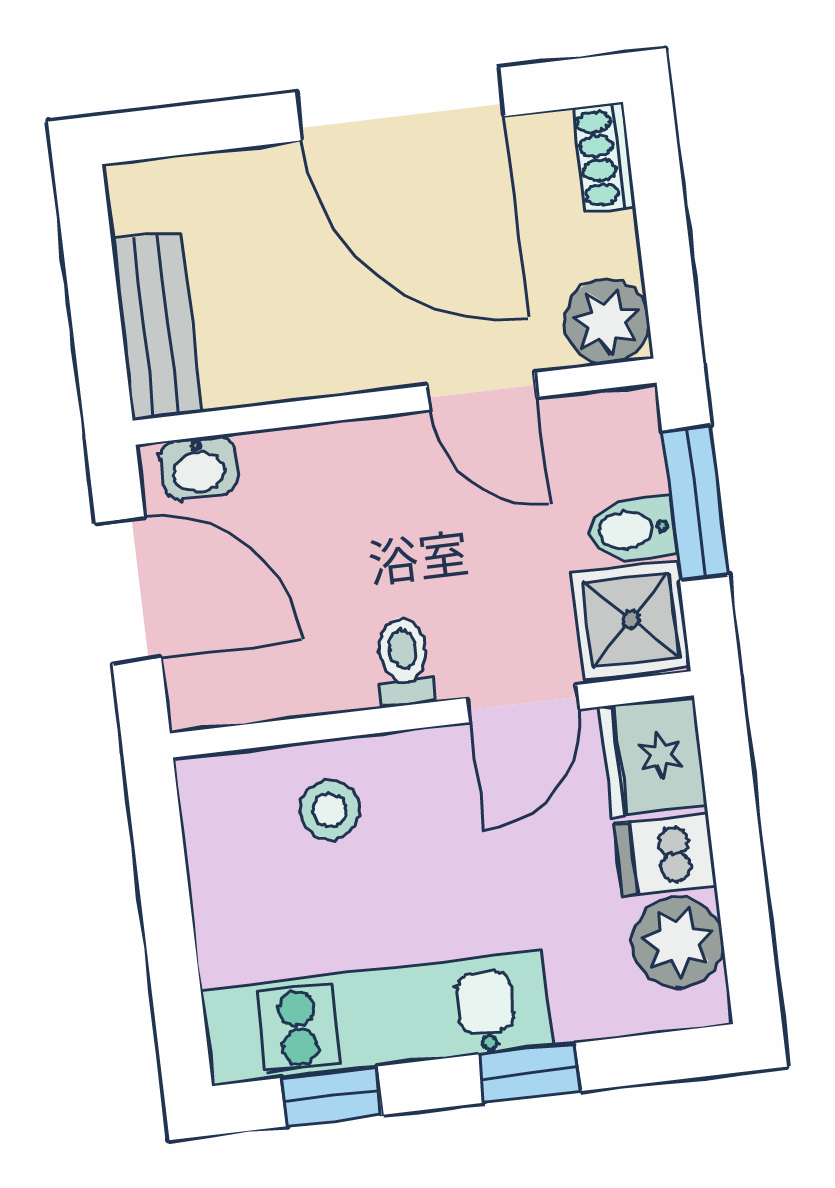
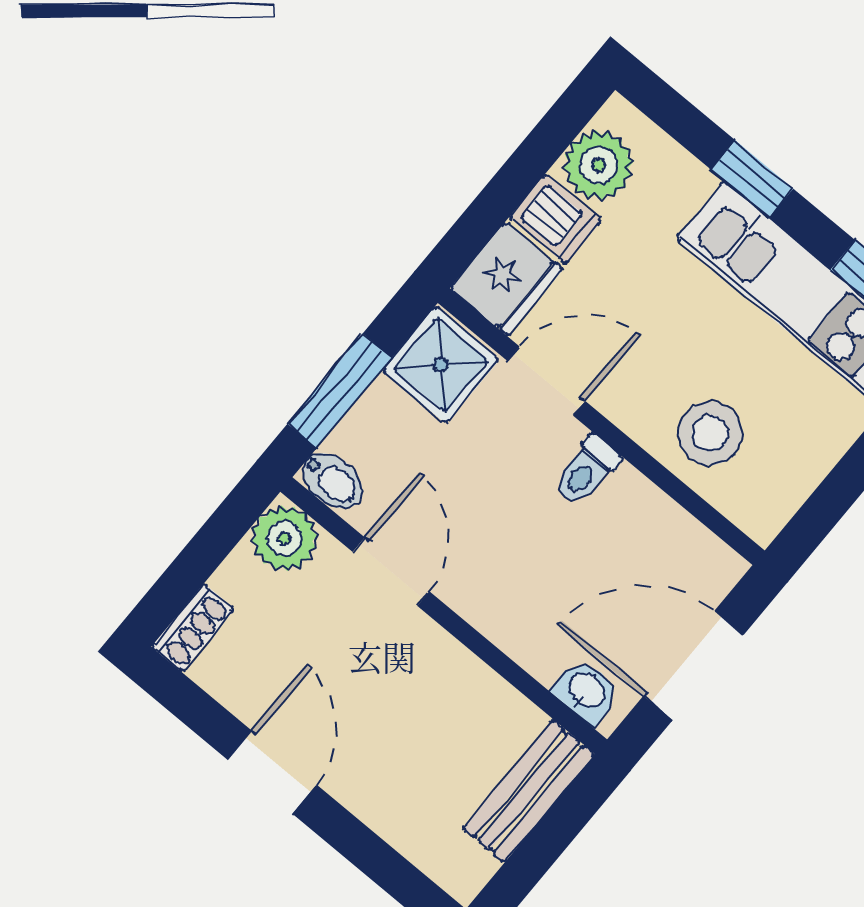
door: (400, 104) -> (272, 772), width x0.53
bidet: (631, 530) -> (333, 481), moved
door: (128, 590) -> (694, 665), hinge flipped
stool: (330, 810) -> (710, 433), width x1.37, depth x1.37

